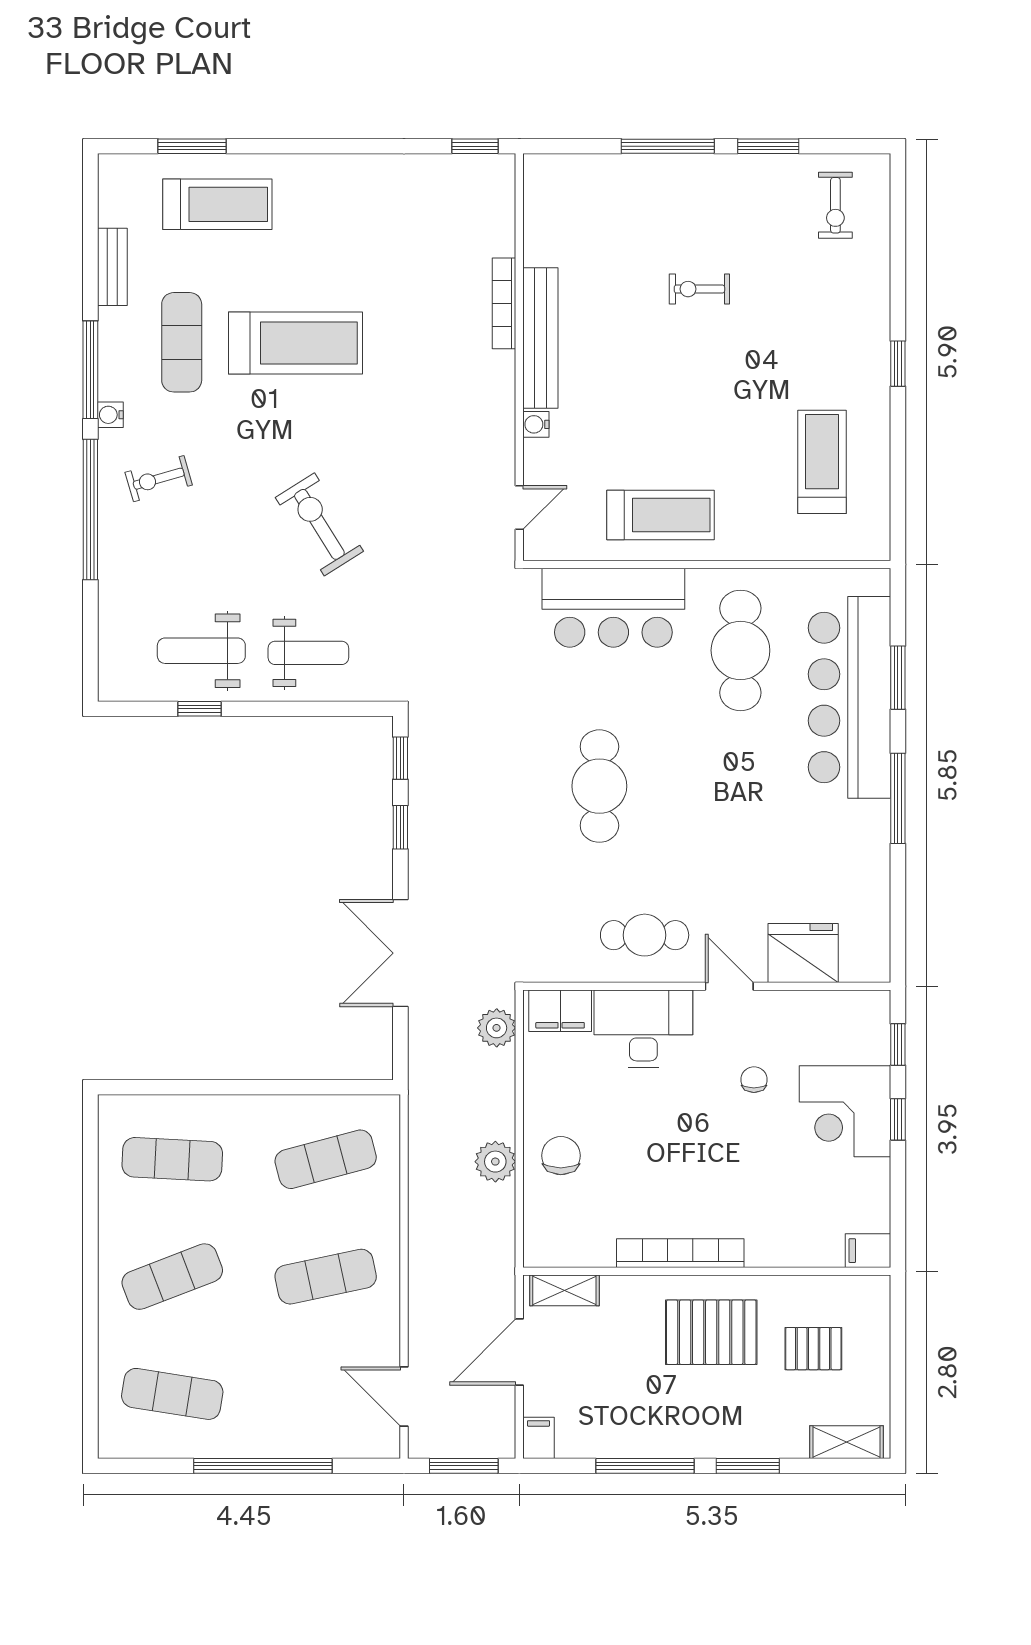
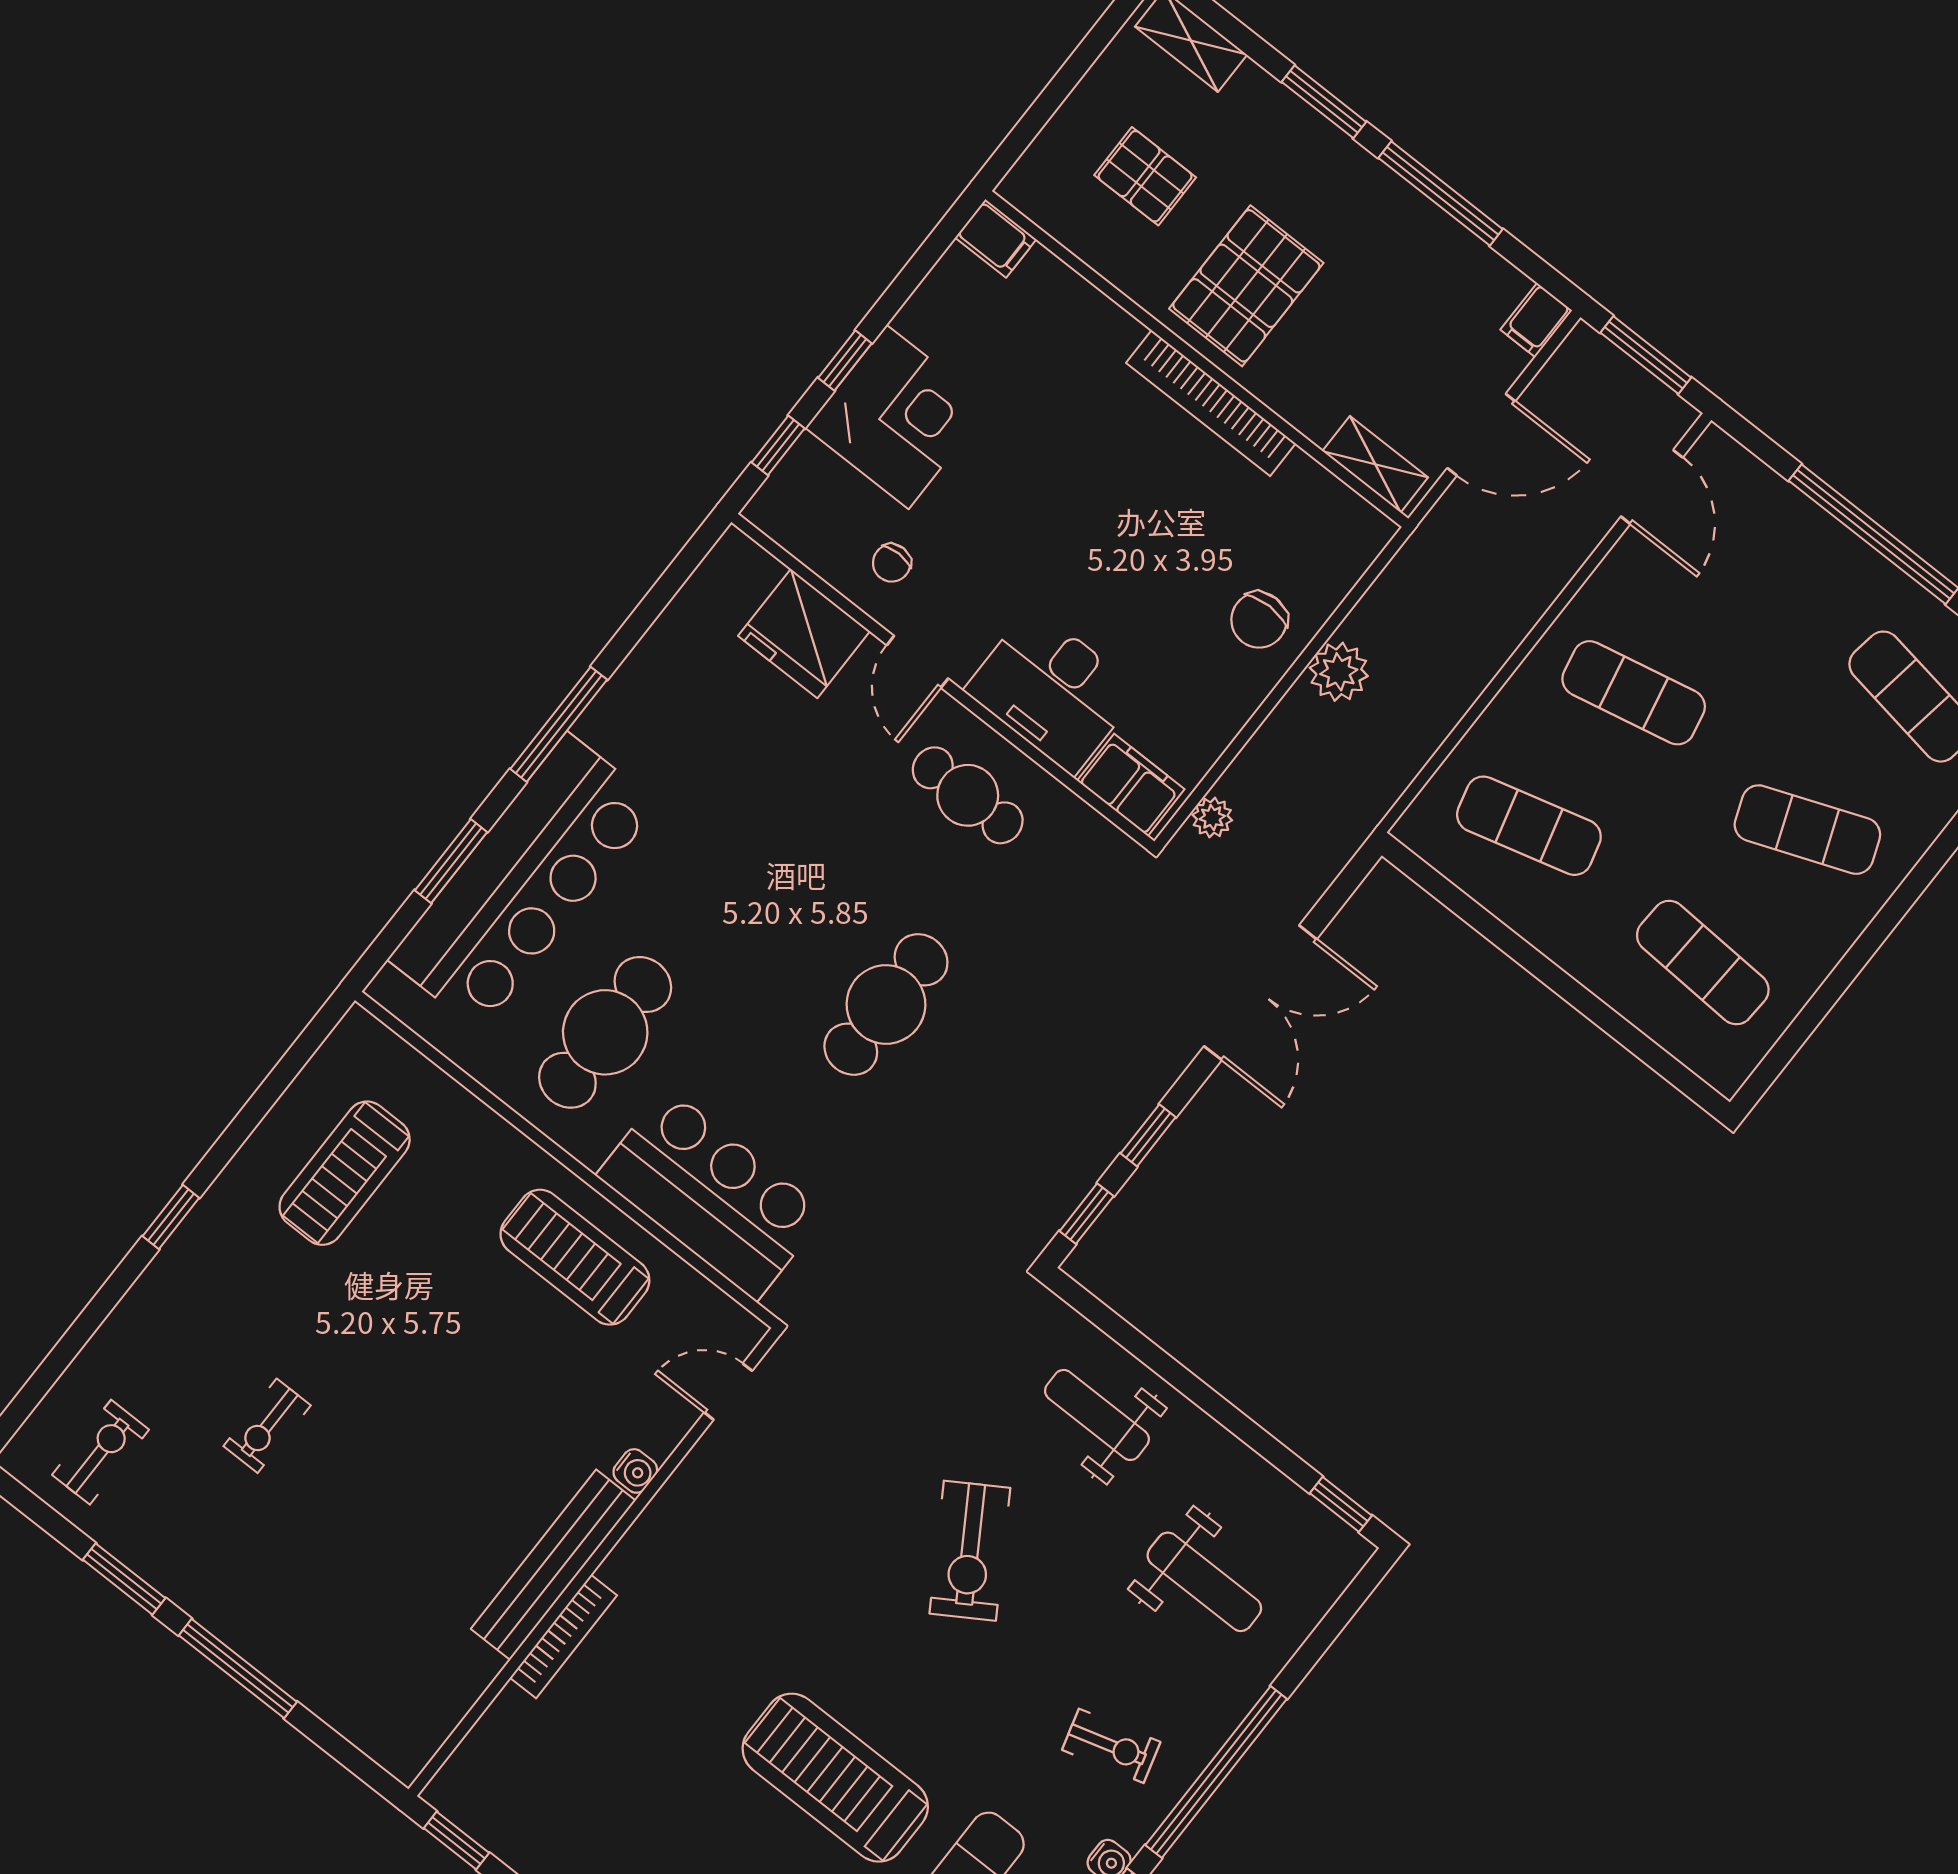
exercise bike: (699, 289) -> (267, 1426), moved, turned 90
weight bench: (201, 651) -> (1204, 1582), moved
window: (200, 709) -> (1341, 1504), moved
plant: (497, 1028) -> (1212, 818), width x0.73, depth x0.73
chair: (754, 1080) -> (892, 563), moved
pallet: (711, 1332) -> (1246, 286), turned 90

